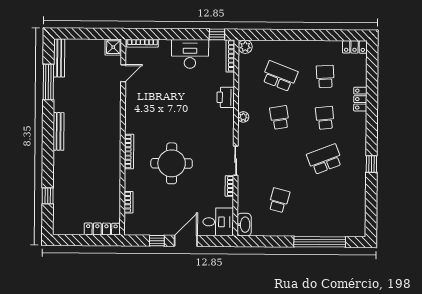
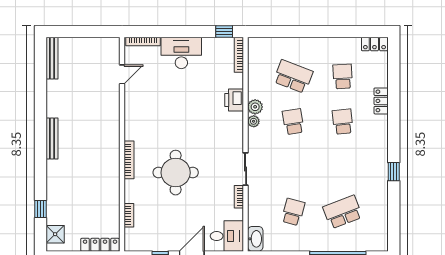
shower: (113, 47) -> (55, 234), moved
plant: (245, 47) -> (255, 107), moved
desk: (190, 54) -> (181, 53), moved
window: (48, 82) -> (41, 85), removed
school desk: (325, 159) -> (343, 212), moved

